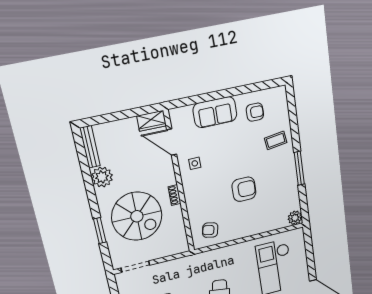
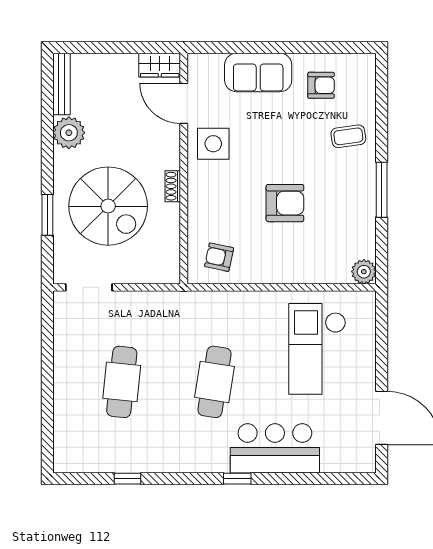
side table: (195, 163) -> (213, 144), width x1.87, depth x1.87

